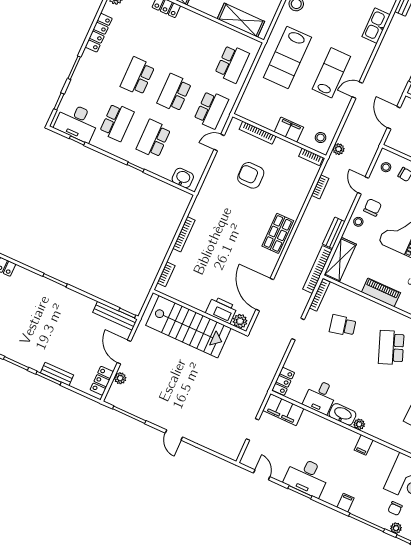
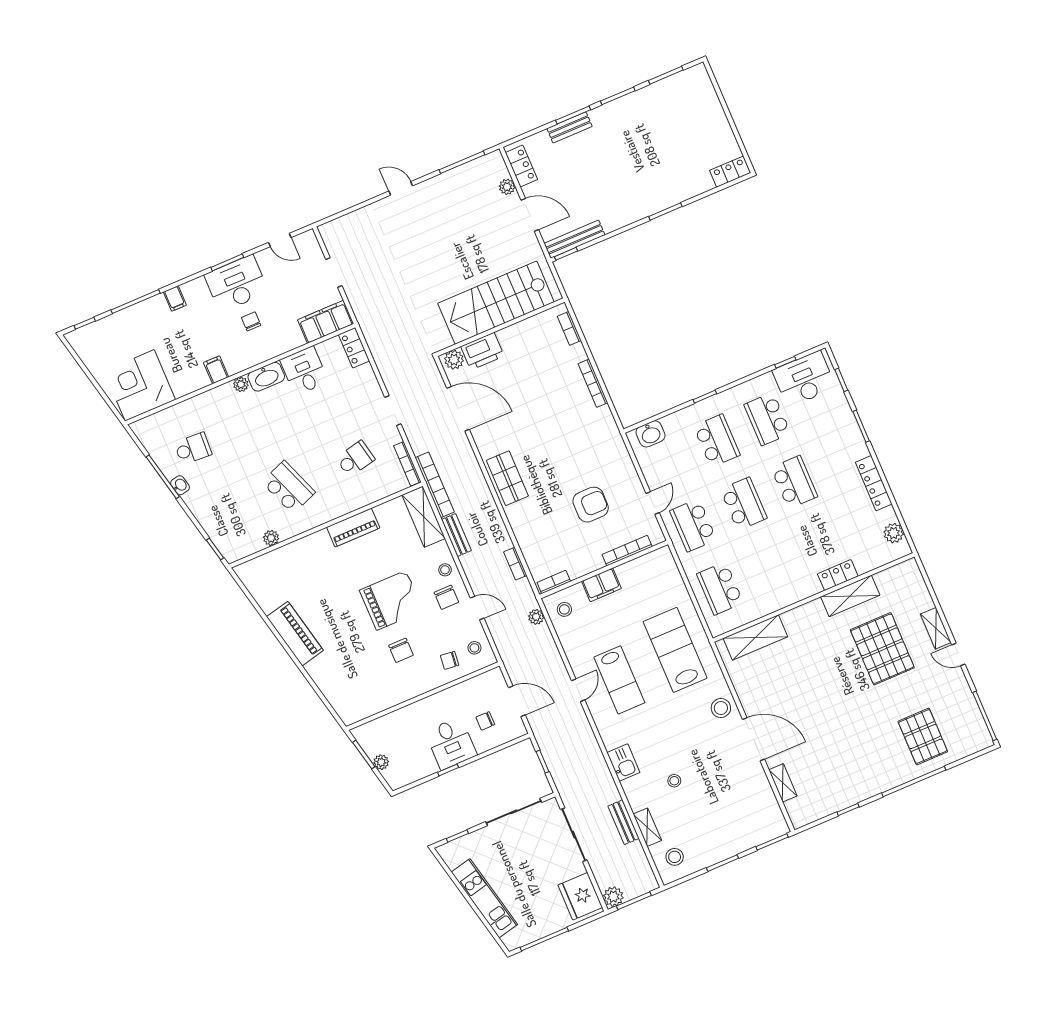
kitchen sink: (376, 26) -> (623, 763), width x0.73
chair: (395, 508) -> (251, 321), moved
plant: (396, 528) -> (103, 326), removed

